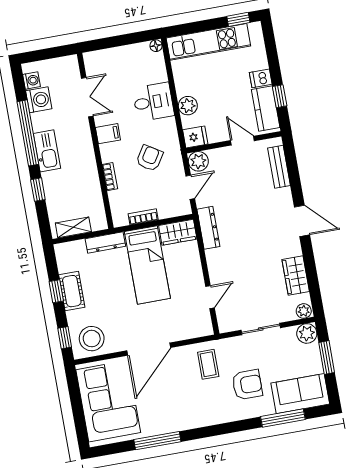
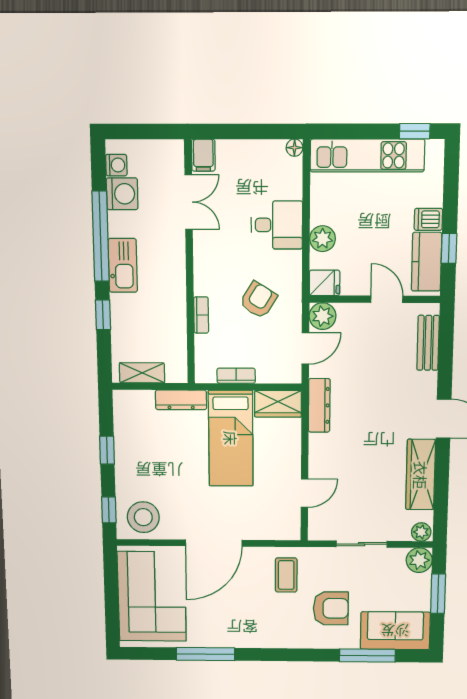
filing cabinet: (108, 134) -> (203, 155), moved, turned 90
wardrobe: (296, 276) -> (421, 475), width x1.50
cot: (72, 291) -> (127, 454), removed

